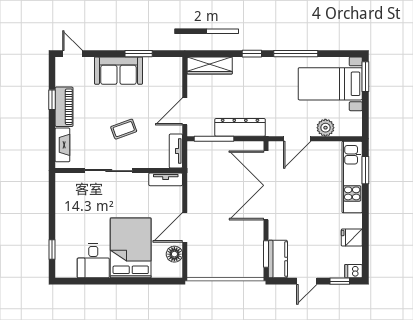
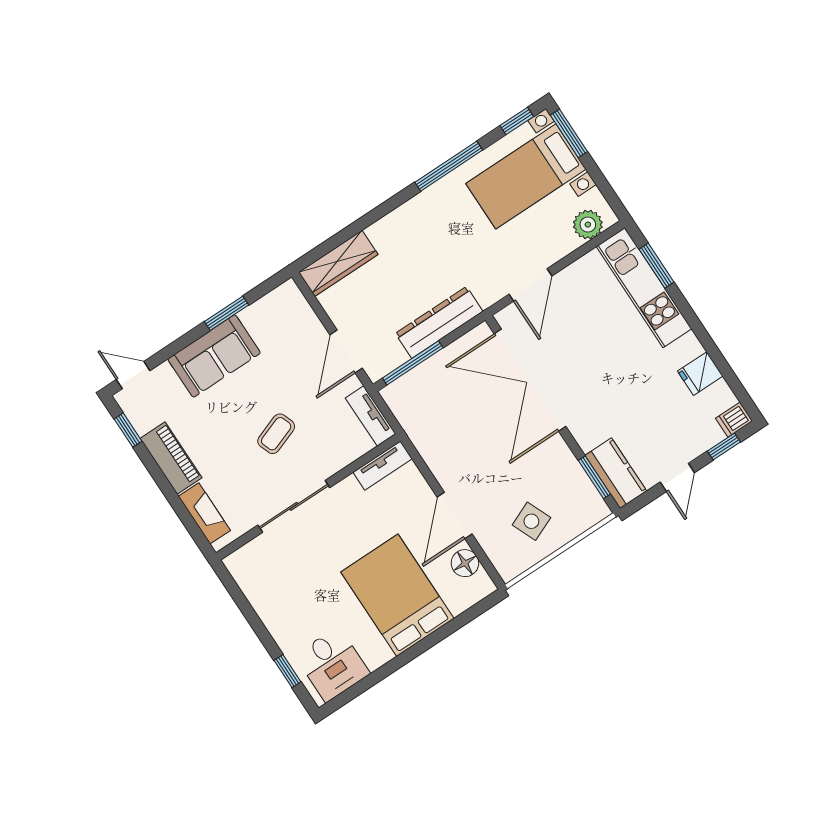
window: (252, 54) -> (517, 121), moved
window: (52, 100) -> (128, 430), moved
plant: (325, 128) -> (588, 225), moved
side table: (221, 255) -> (531, 521), added
desk: (93, 261) -> (332, 664), moved

